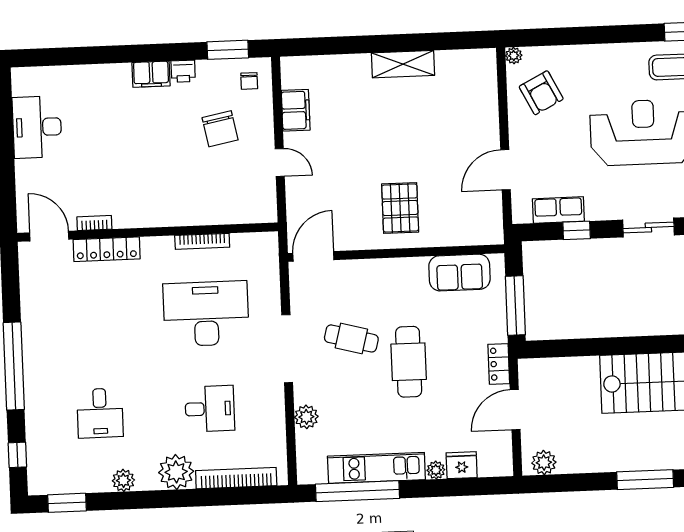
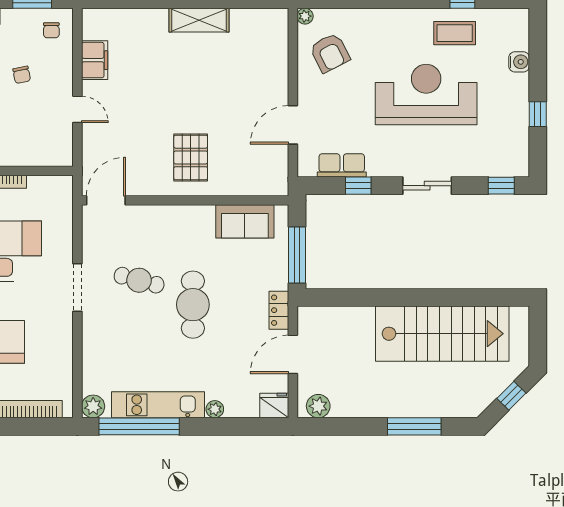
chair: (220, 129) -> (22, 75), width x0.54, depth x0.54
doorway: (287, 349) -> (77, 287), width x0.73
plant: (306, 417) -> (93, 406), moved
fridge: (462, 465) -> (274, 405), moved

